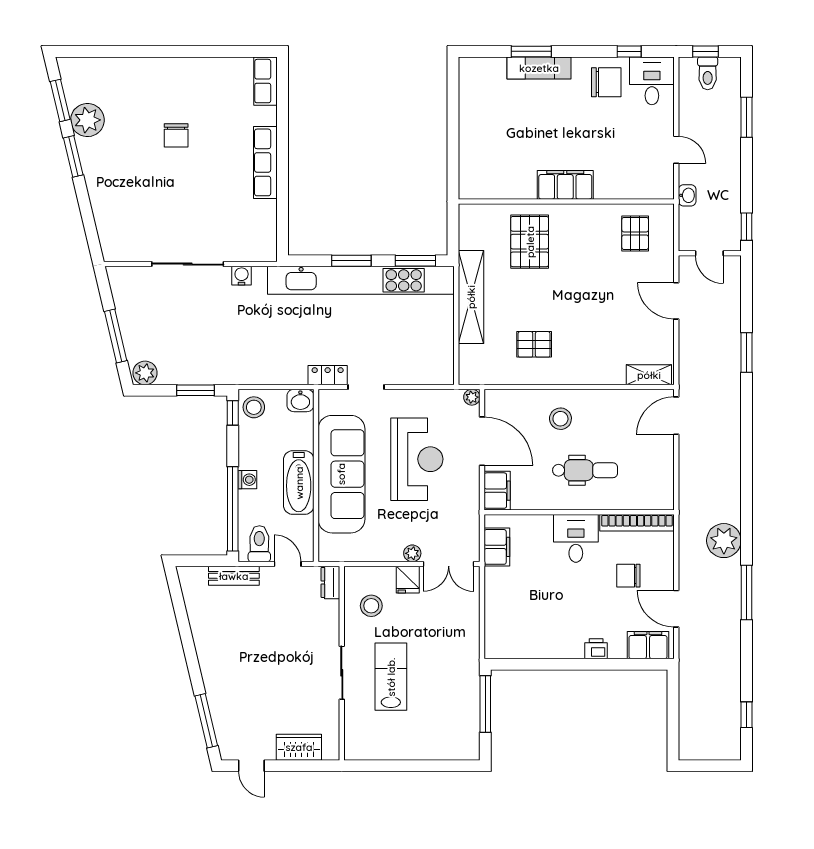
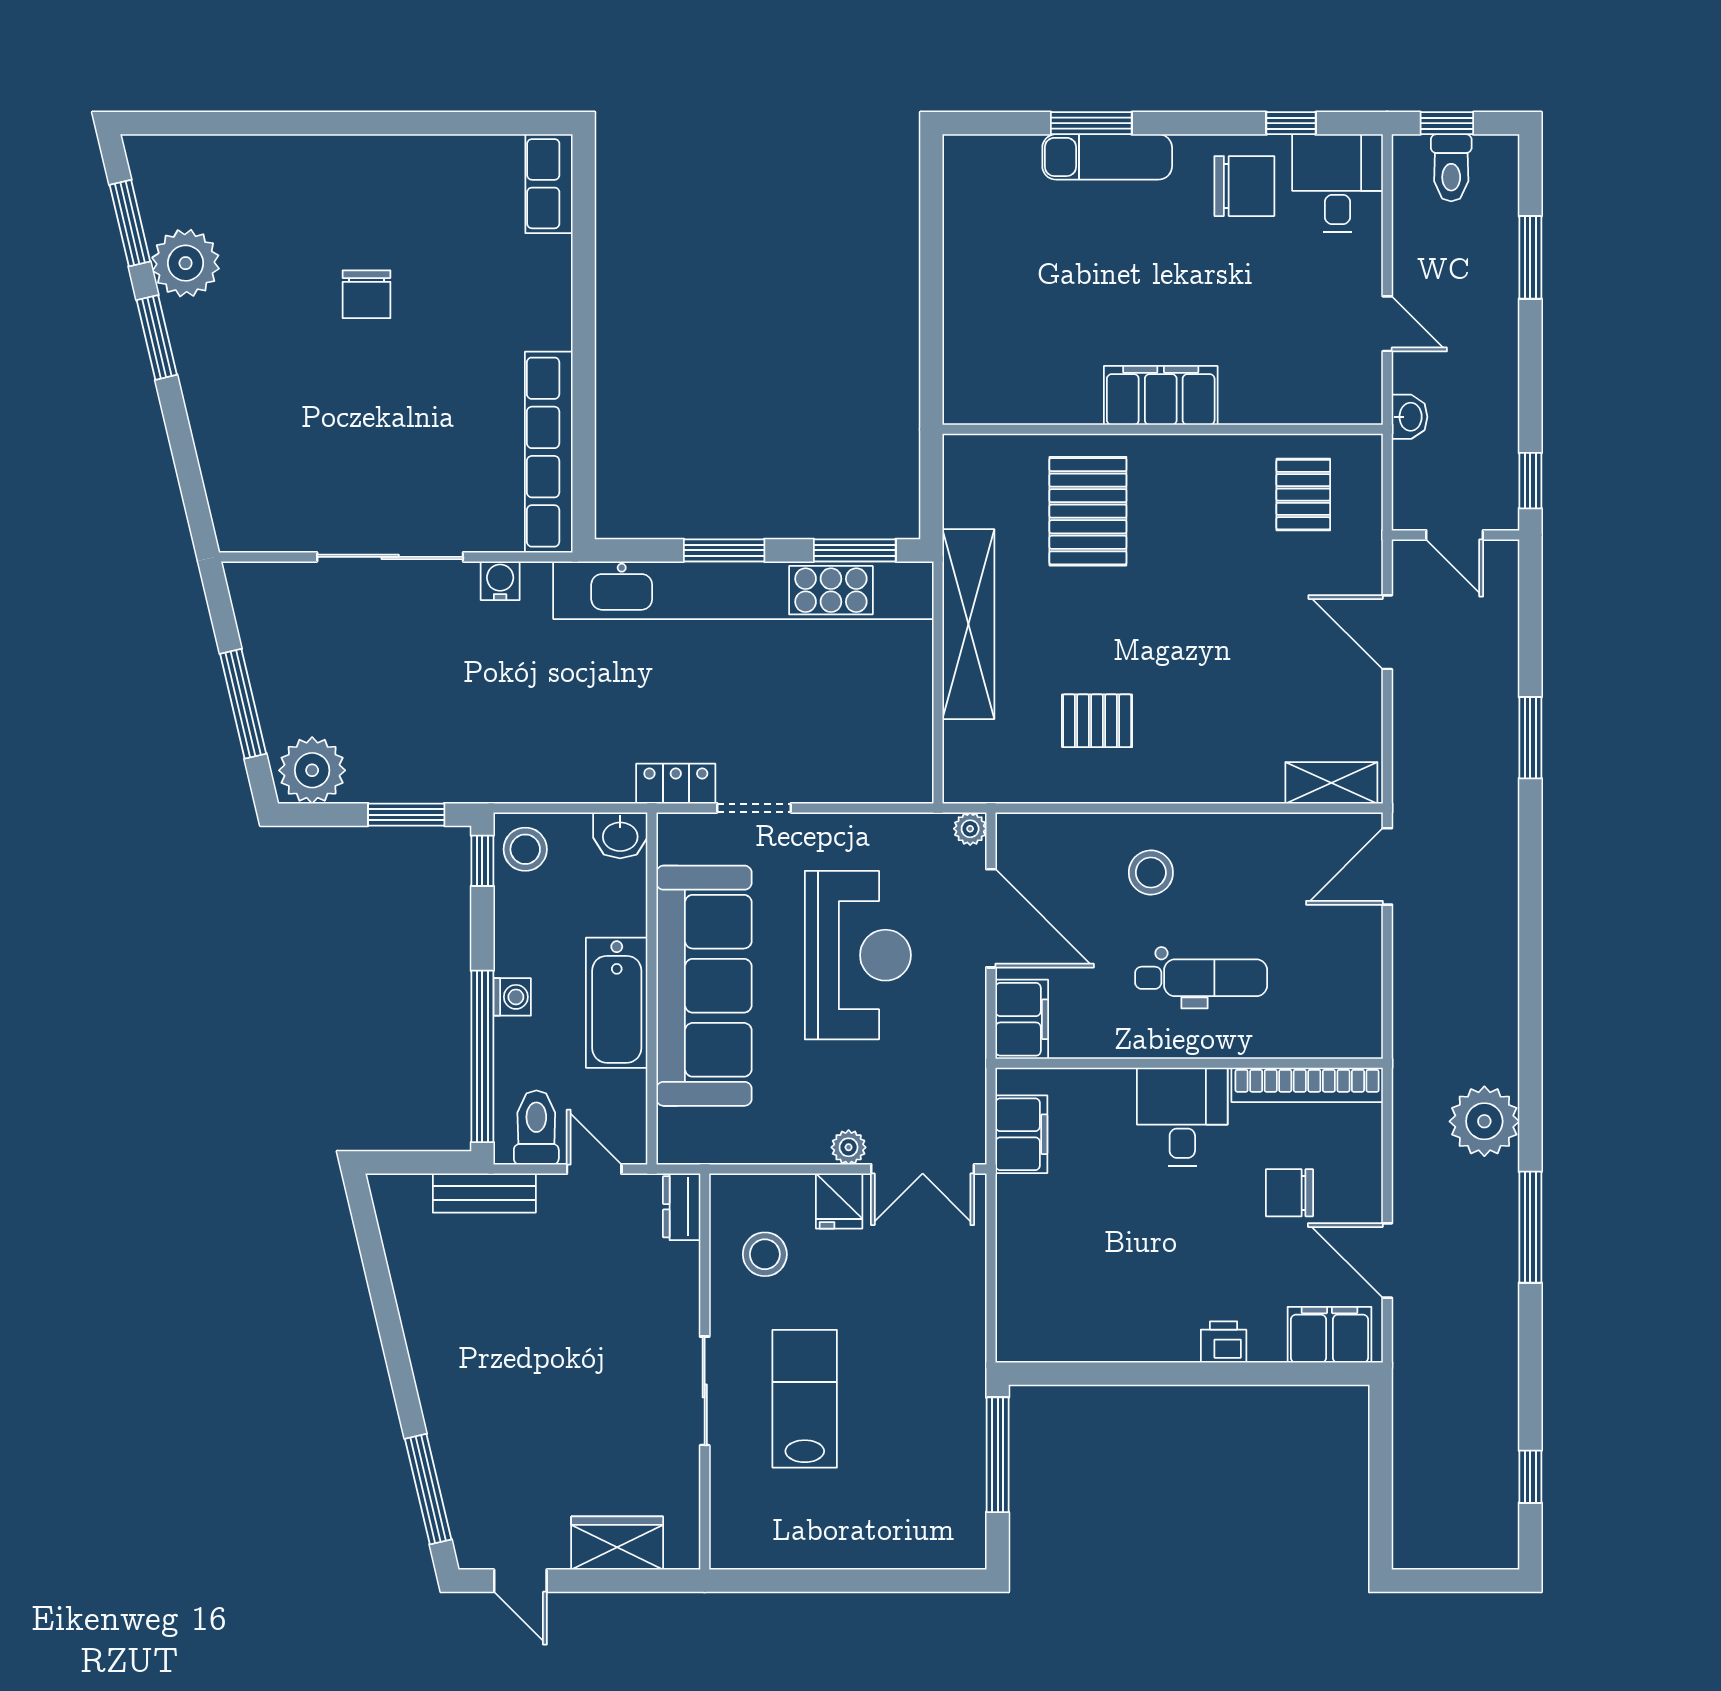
row of seats: (265, 162) -> (549, 452), moved, width x1.36
plant: (145, 373) -> (312, 770), width x1.36, depth x1.36

